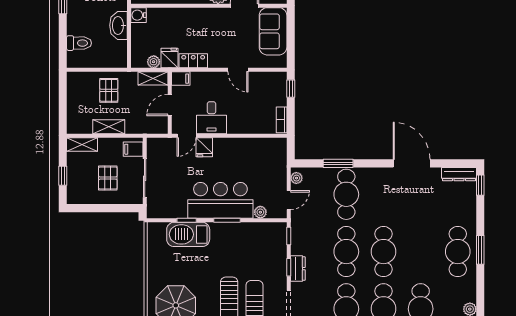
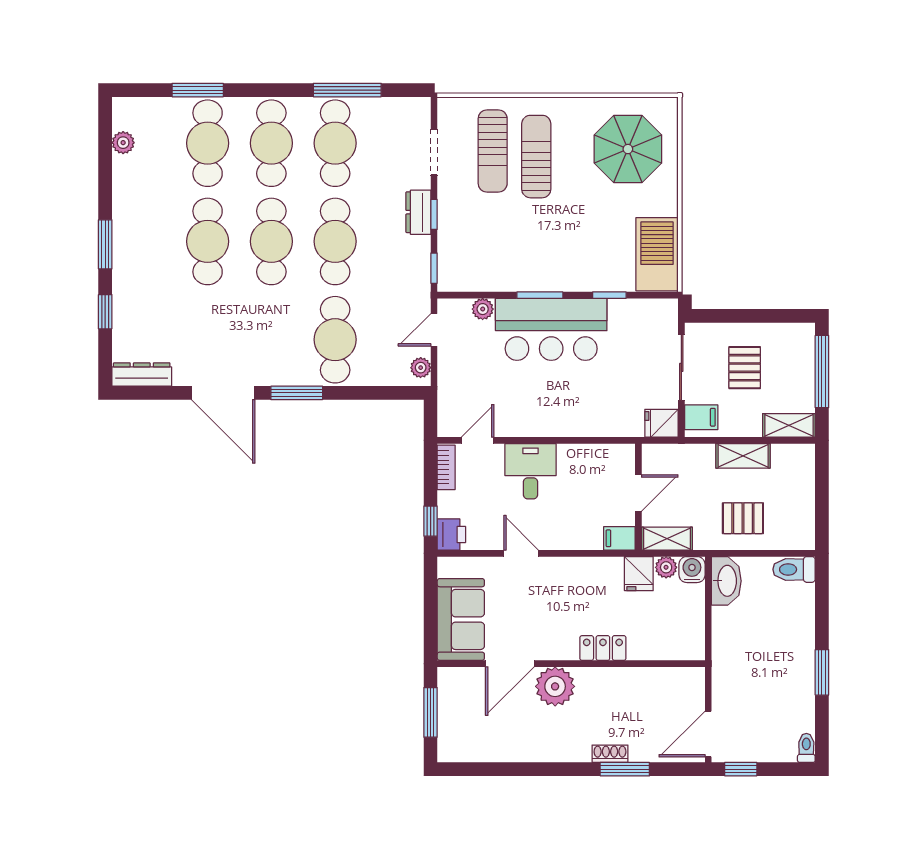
water cooler: (138, 15) -> (692, 570), moved, turned -90
washbasin: (118, 25) -> (726, 581), moved
toilet: (79, 43) -> (794, 569), moved
locker: (193, 61) -> (603, 648), moved, turned 180
printer: (279, 81) -> (451, 535), added
pallet: (109, 90) -> (743, 518), turned 90
desk: (212, 118) -> (531, 471), moved
door: (187, 136) -> (478, 440), moved
fridge: (204, 147) -> (661, 423), moved, turned -90
window: (338, 163) -> (297, 393), moved
window: (63, 176) -> (822, 372), width x2.17
window: (480, 185) -> (105, 312), moved
barbecue: (188, 234) -> (657, 254), moved, turned -90
cafe table: (458, 252) -> (208, 241), moved

